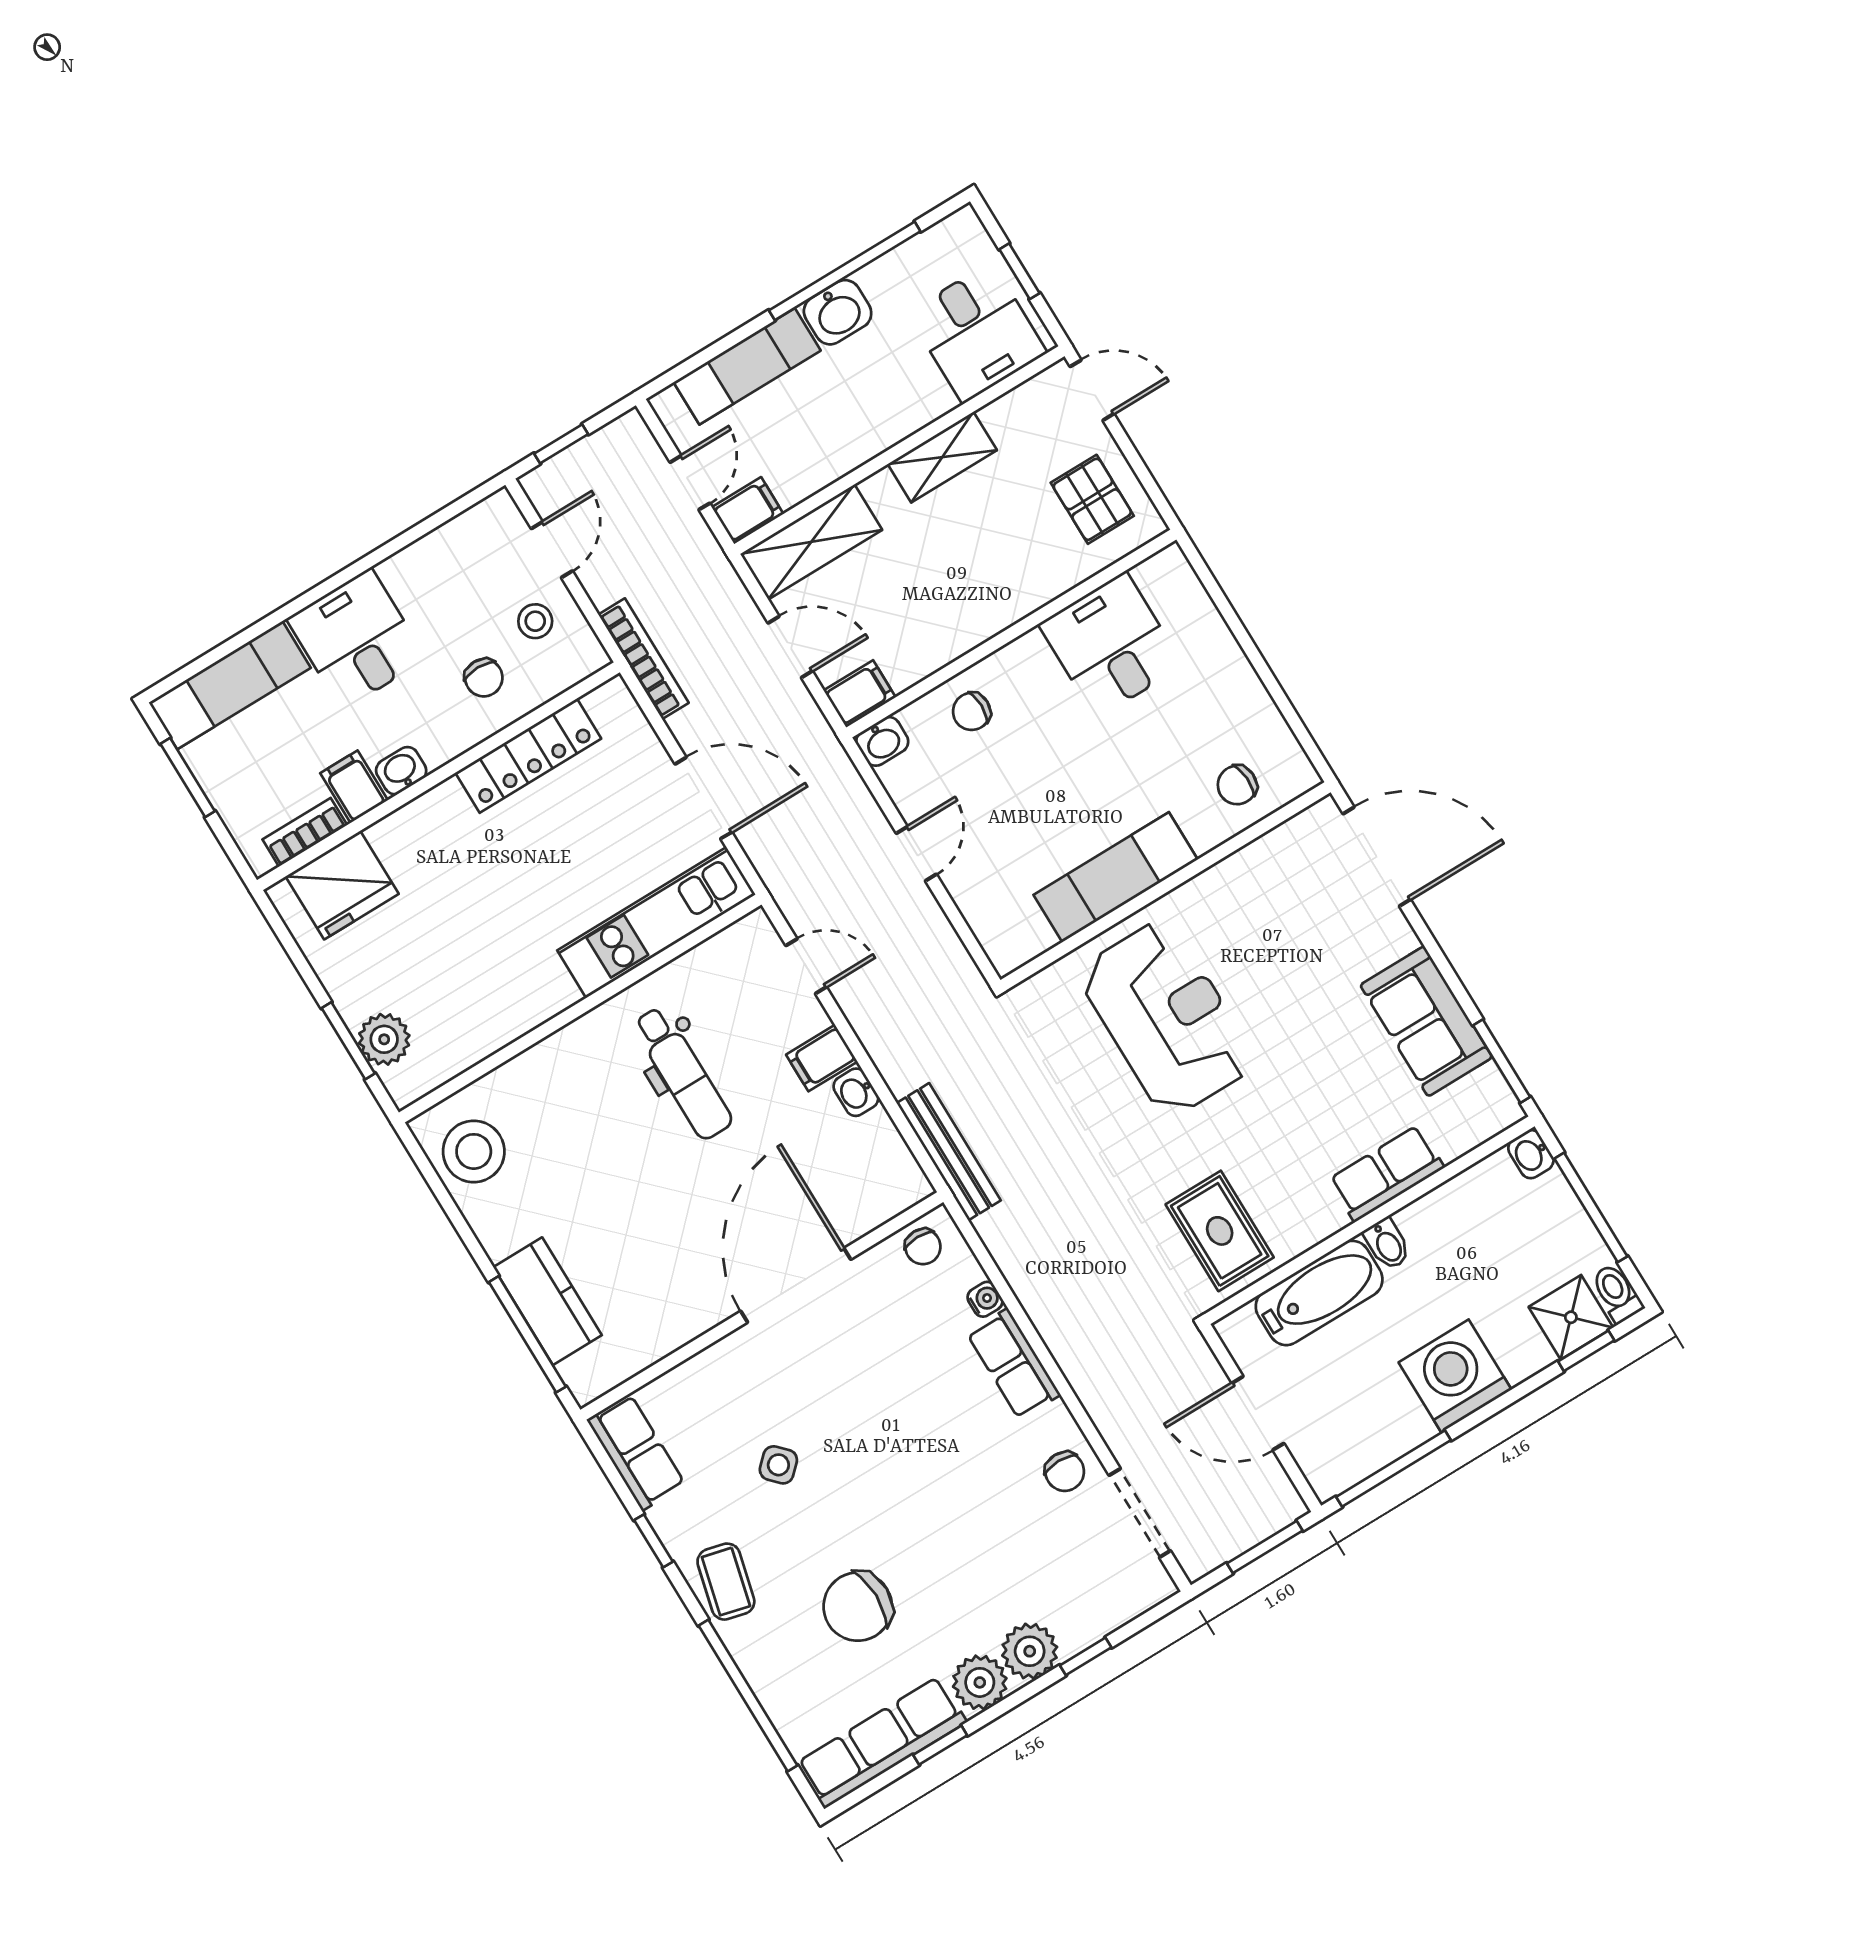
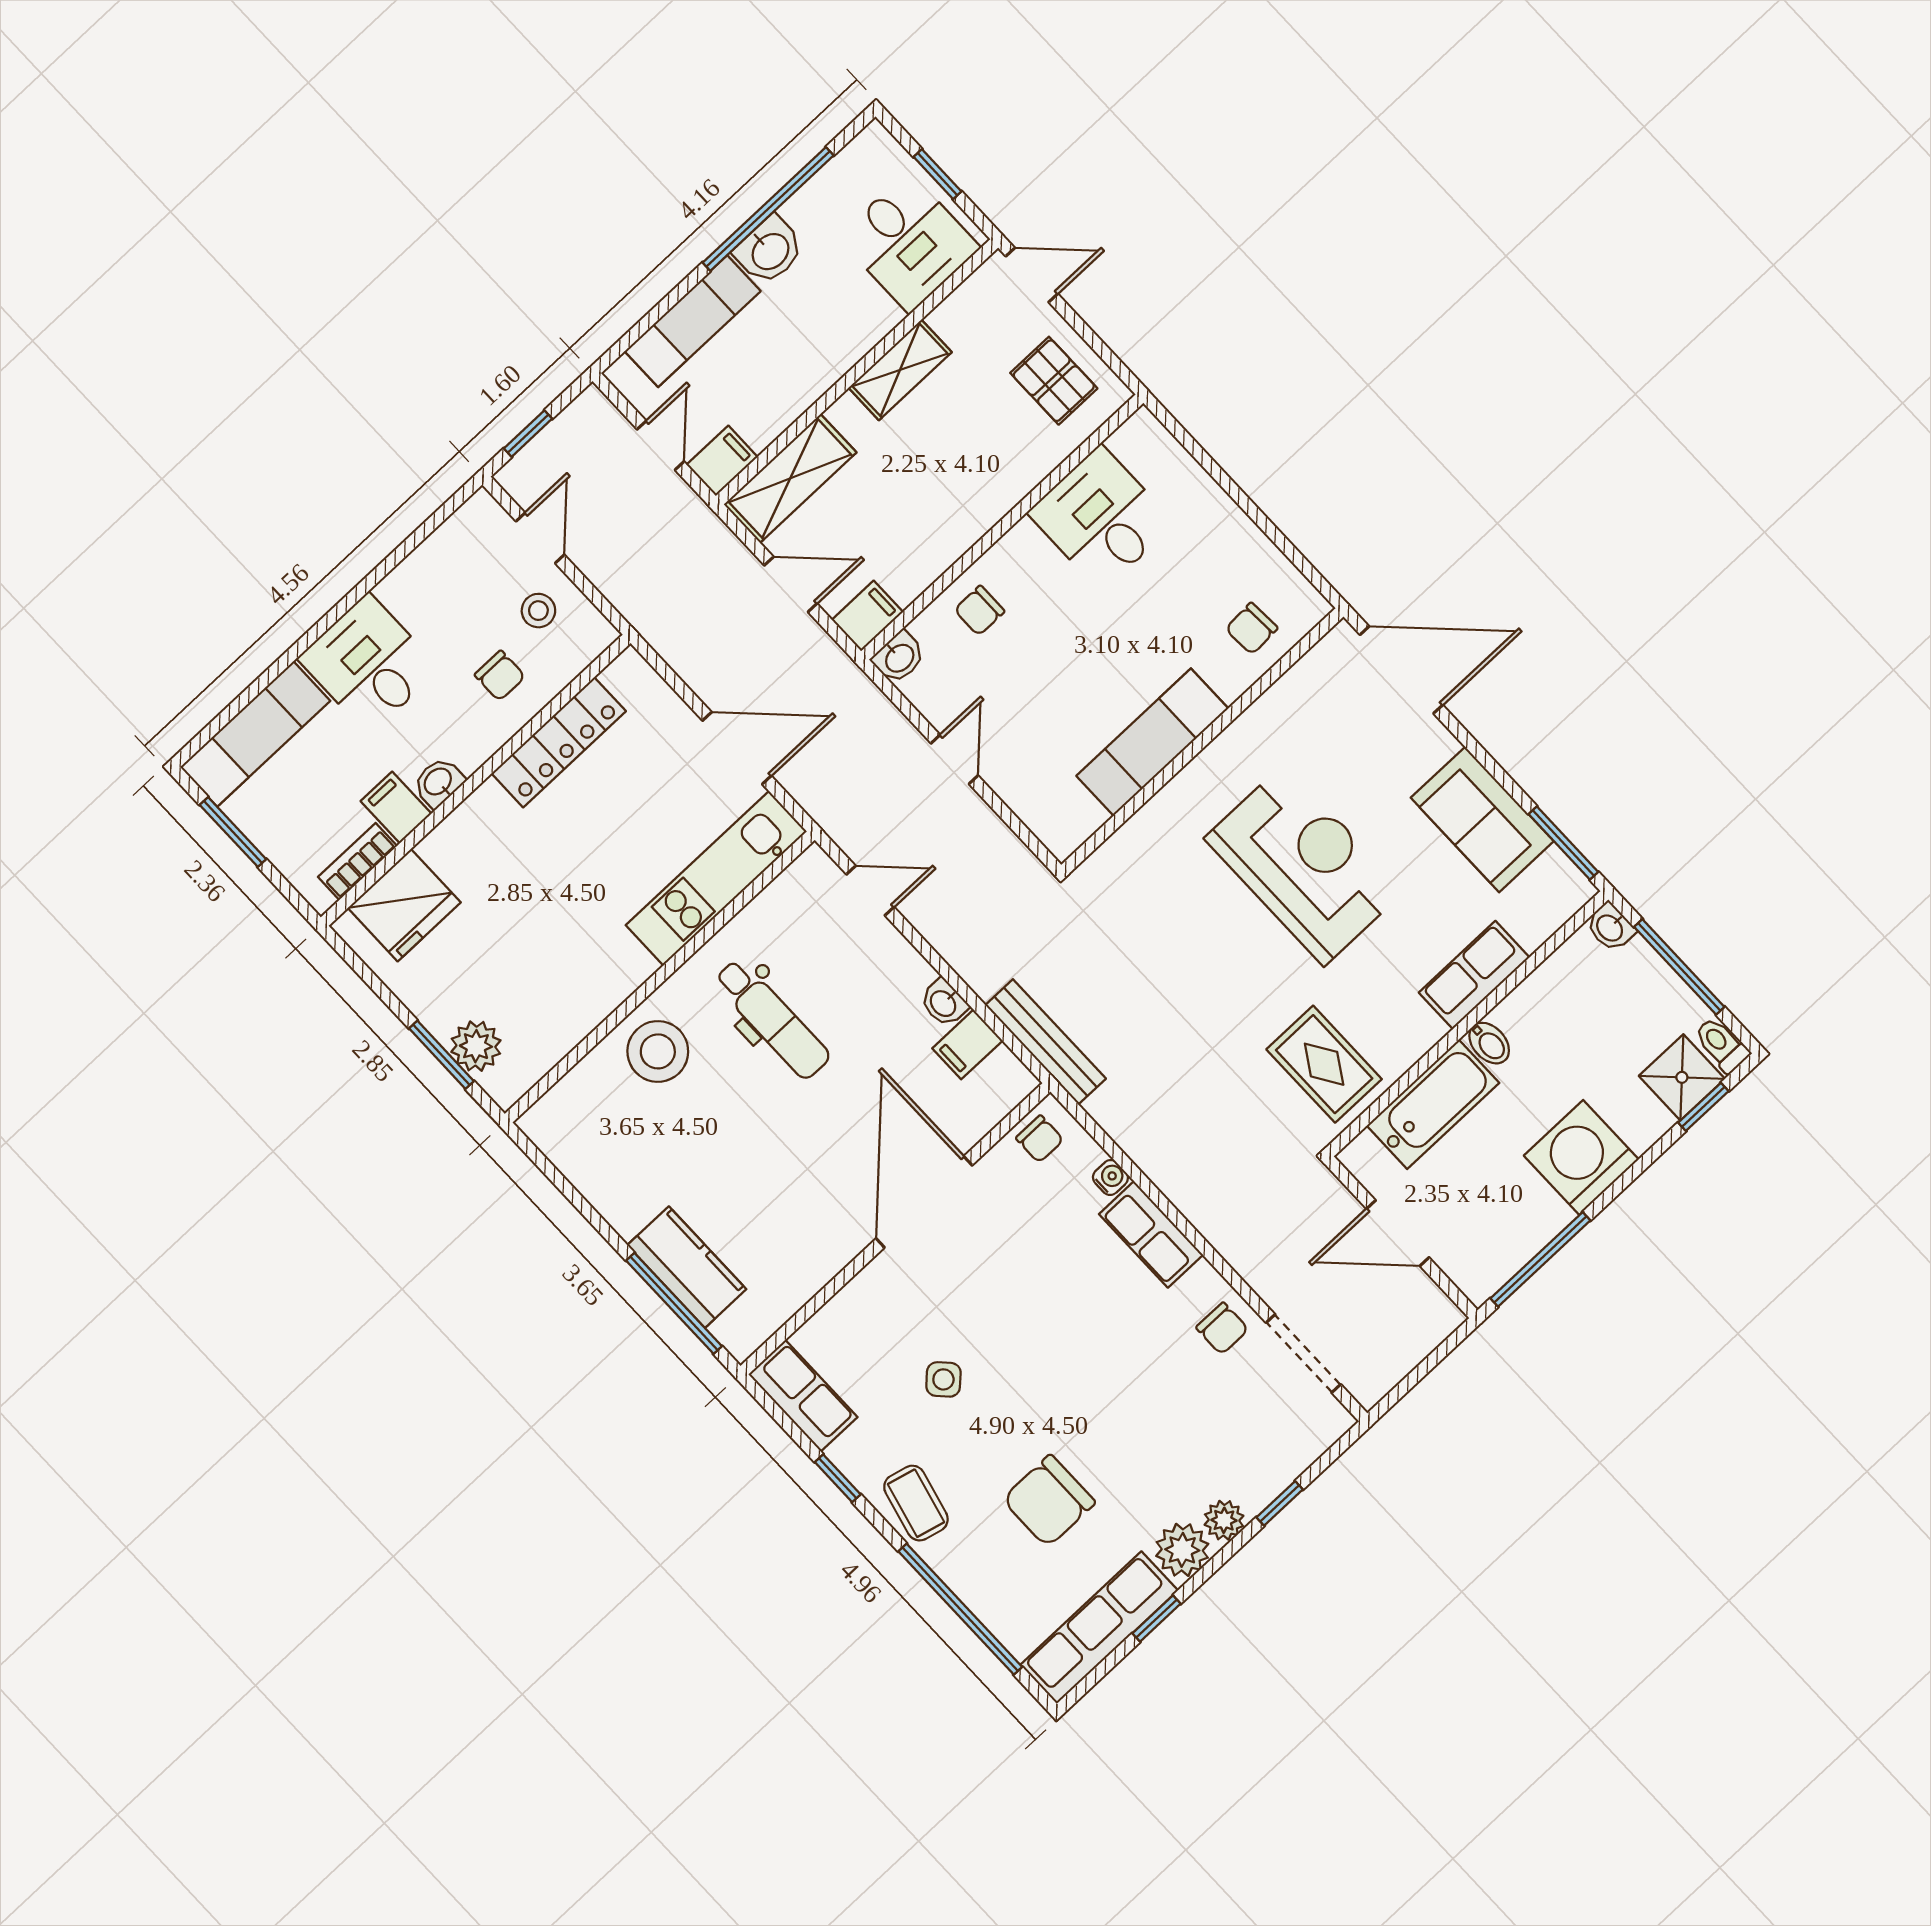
bookcase: (643, 659) -> (651, 625), removed
reception desk: (1167, 1018) -> (1304, 865), moved
filing cabinet: (822, 1058) -> (967, 1044), moved
stool: (474, 1151) -> (658, 1051), moved
window: (1265, 1547) -> (1431, 1361), removed
plant: (1030, 1651) -> (1224, 1520), width x0.73, depth x0.73

